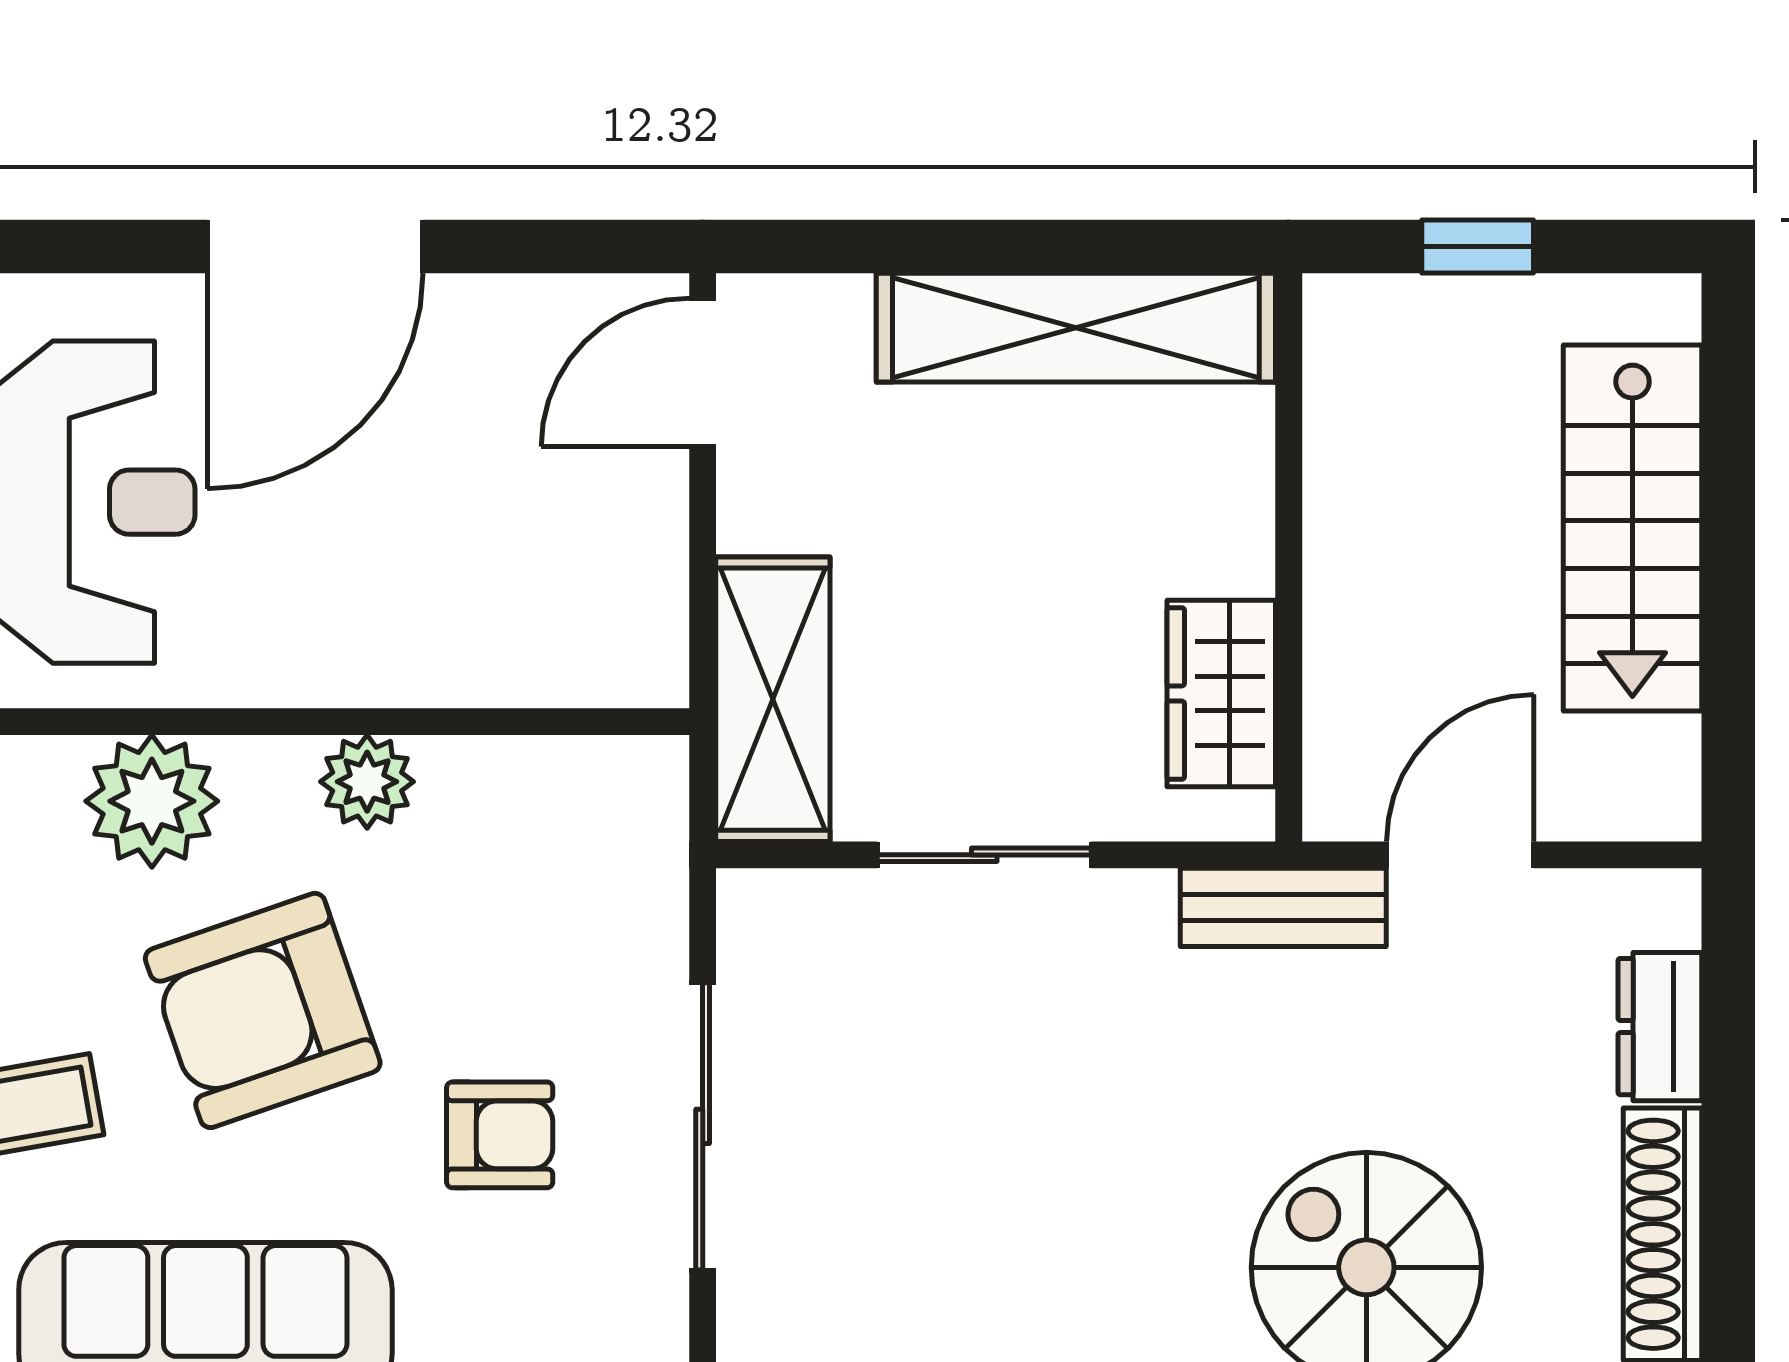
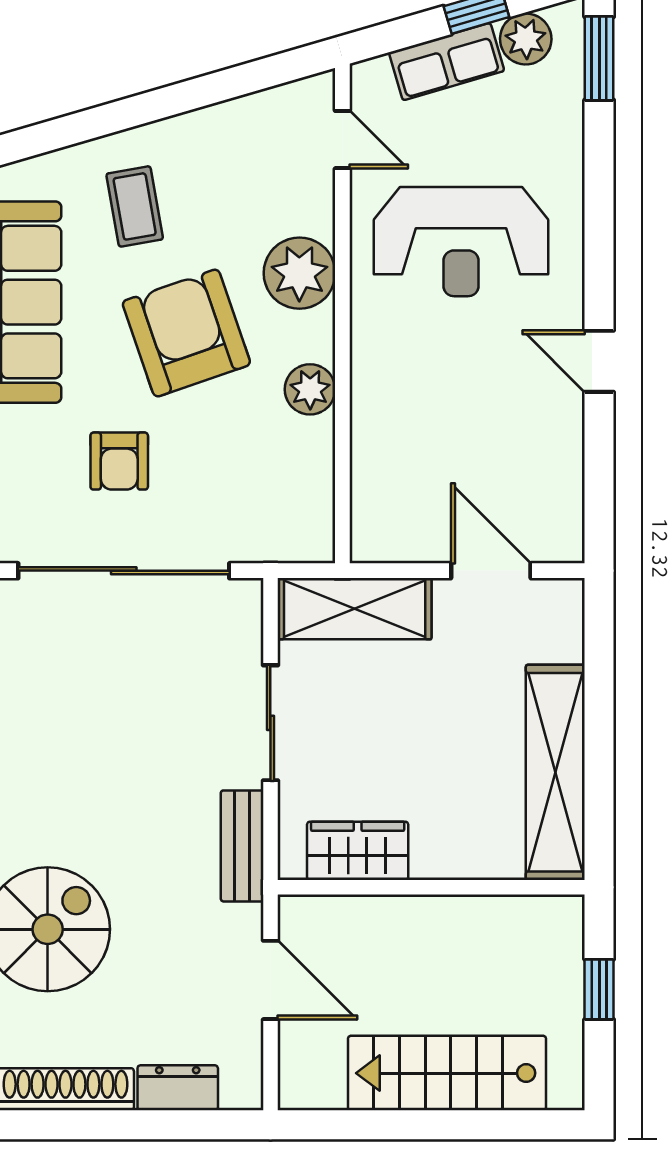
door: (315, 247) -> (599, 361), width x0.53
door: (703, 372) -> (491, 571), moved
bench: (1283, 907) -> (242, 846), moved
sliding door: (703, 1126) -> (124, 571), width x1.36

